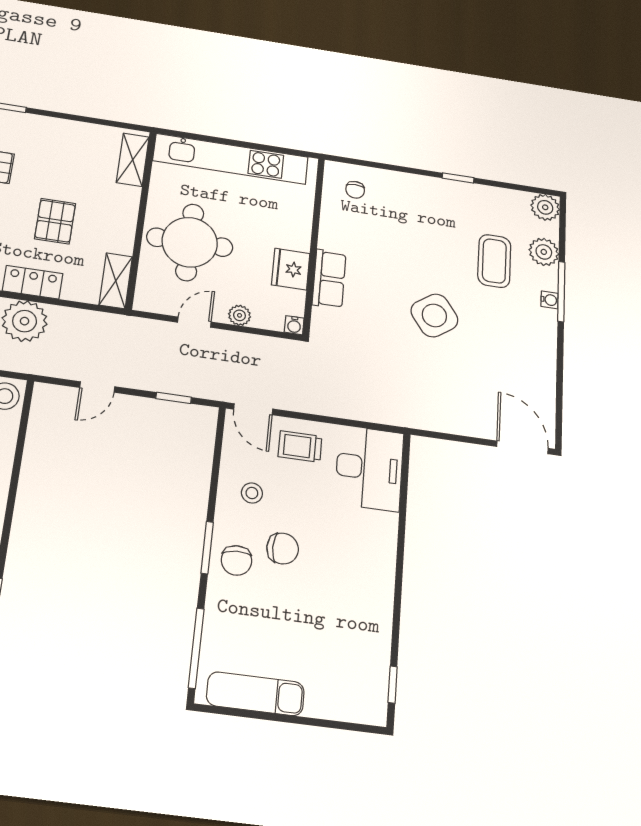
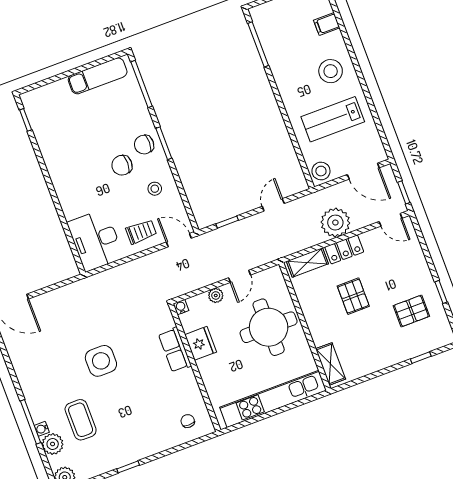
shelving: (116, 281) -> (307, 262), moved, turned 90
water cooler: (550, 300) -> (42, 429), moved
side table: (434, 315) -> (101, 361), turned 35
chair: (236, 560) -> (144, 145), turned -87

